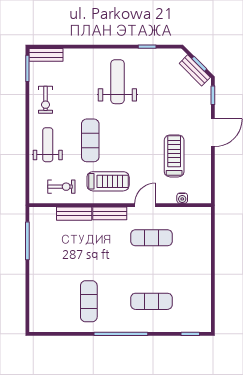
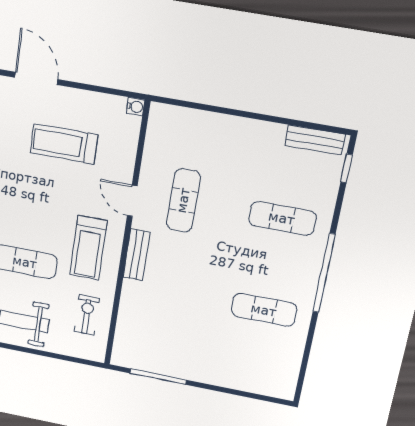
treadmill: (108, 181) -> (88, 248), turned 180
water cooler: (182, 198) -> (135, 107), moved
bench: (74, 214) -> (315, 140), moved, turned 90
exercise mat: (151, 301) -> (282, 218), turned 90

